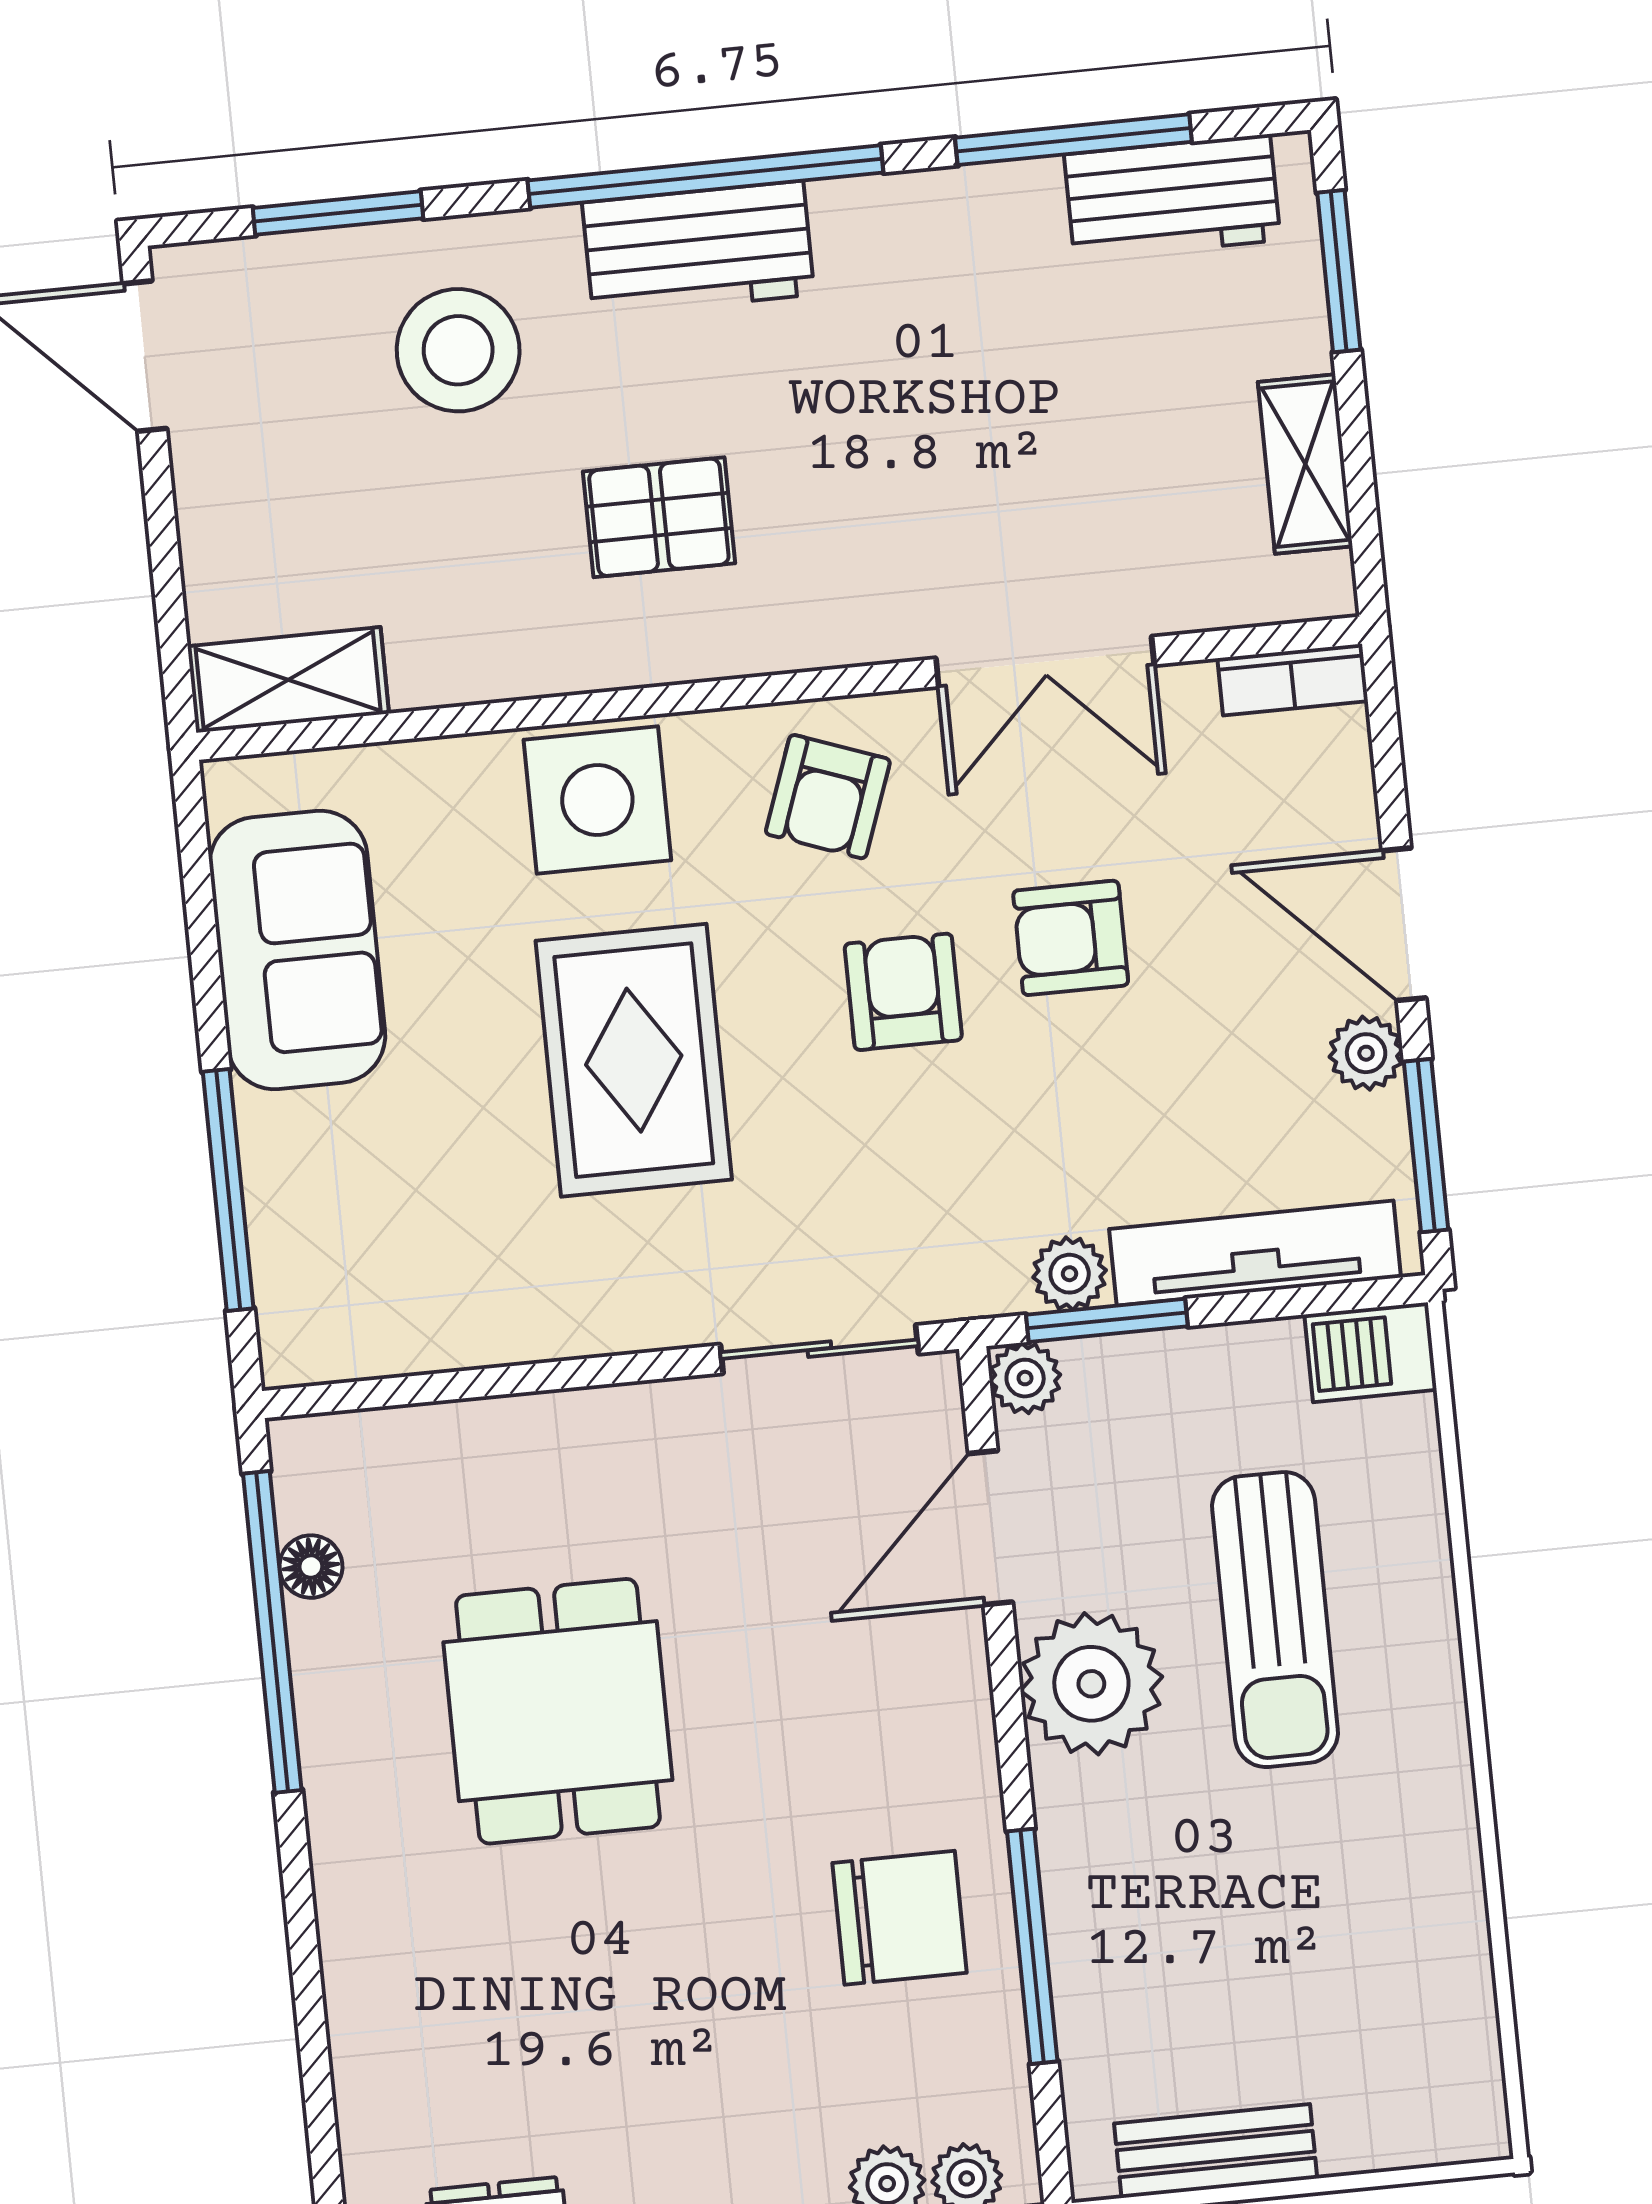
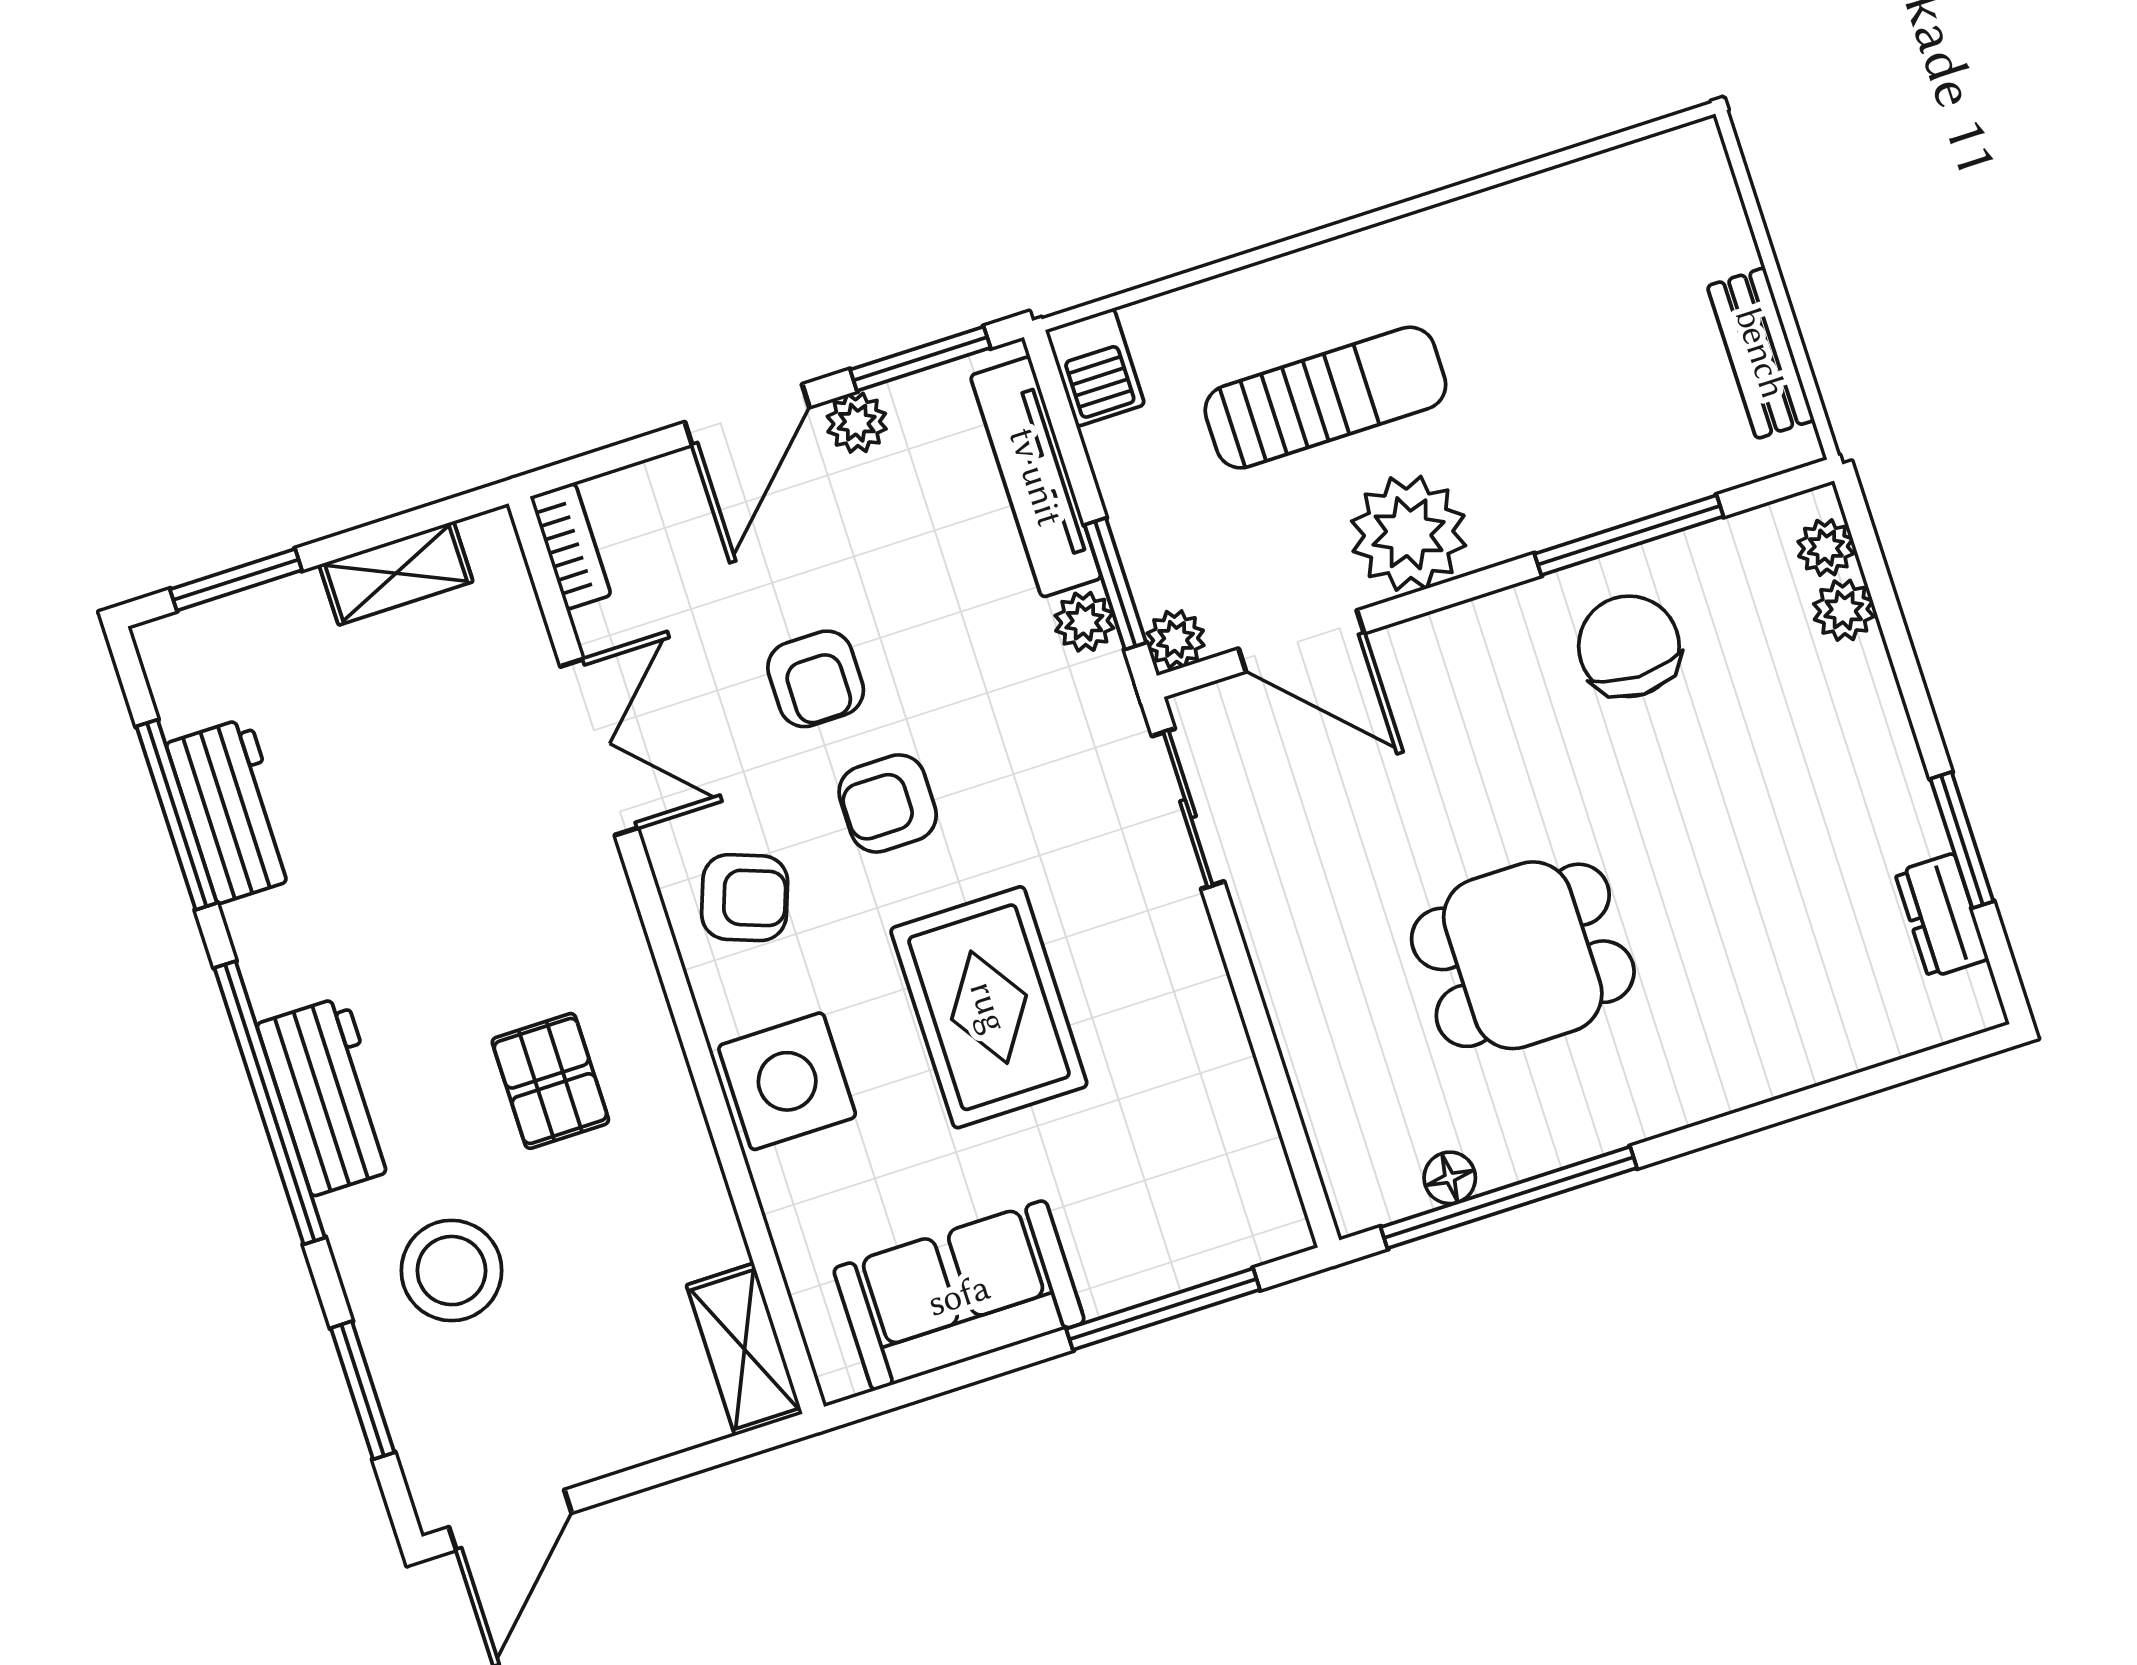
workbench: (1172, 197) -> (233, 811), moved
rug: (634, 1060) -> (989, 1007), turned 90

